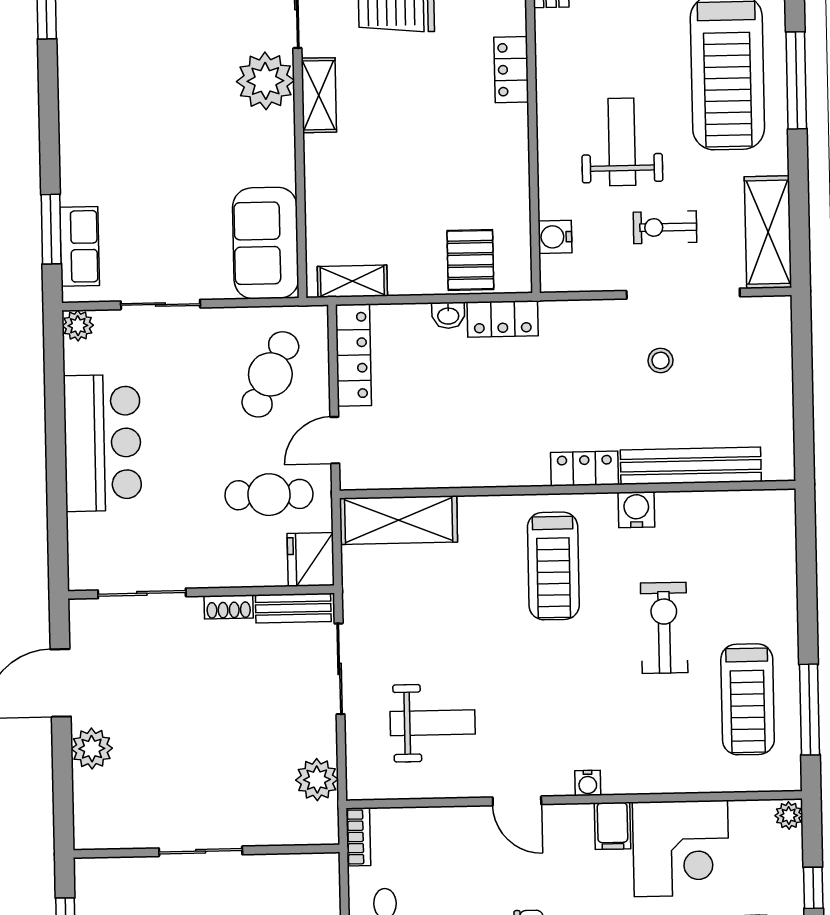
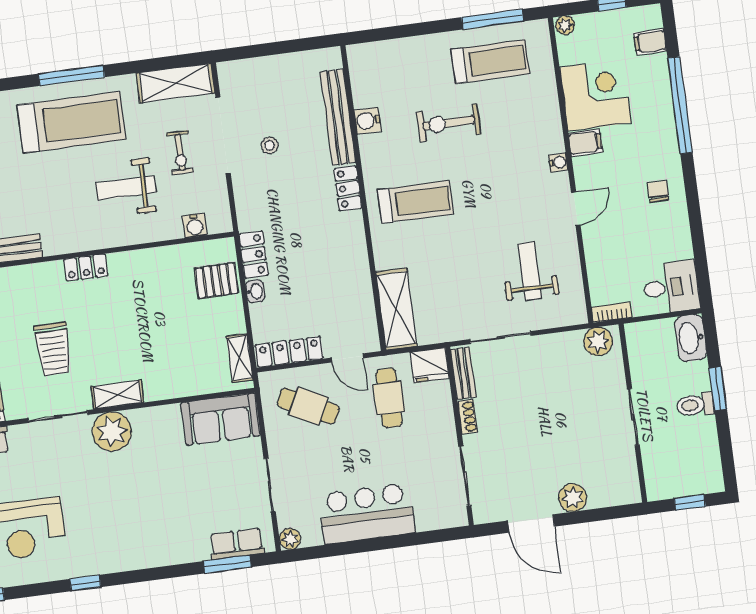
water cooler: (636, 510) -> (367, 121), moved
plant: (317, 780) -> (598, 341), moved

